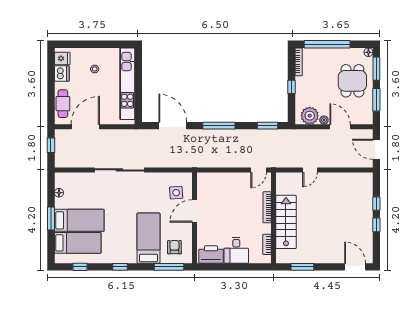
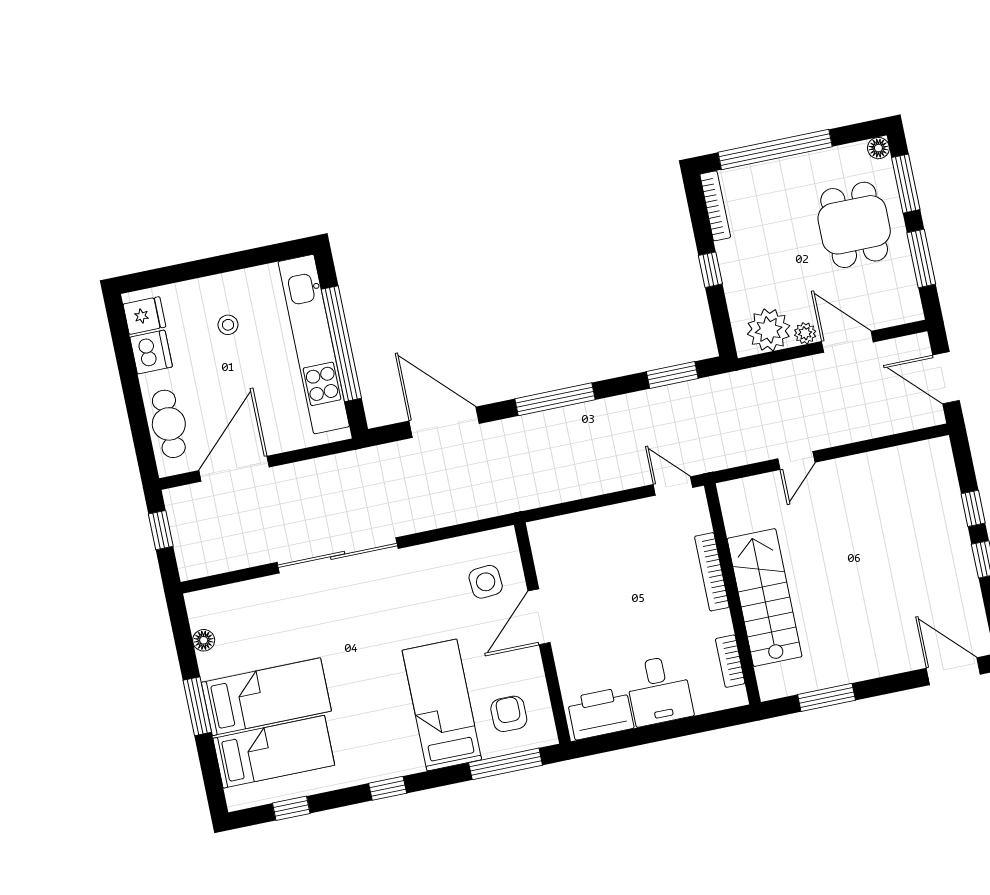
window: (138, 86) -> (341, 344), added
door: (259, 170) -> (673, 486), swing flipped

